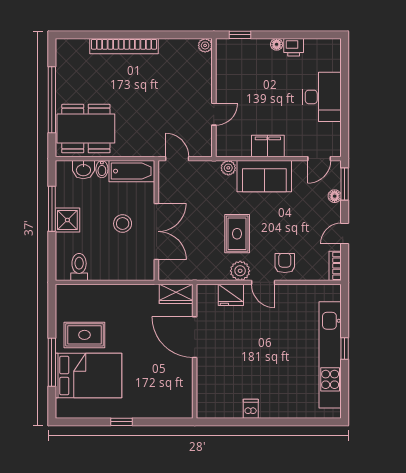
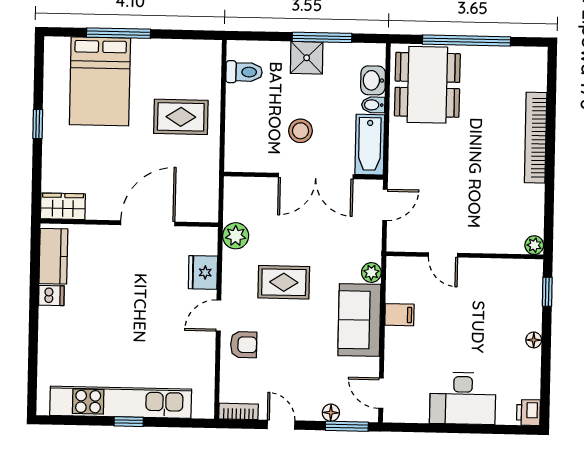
printer: (294, 47) -> (528, 413), moved
filing cabinet: (268, 146) -> (399, 315), width x0.50
double door: (156, 231) -> (316, 176), moved
plant: (240, 271) -> (236, 236), moved
wardrobe: (176, 294) -> (63, 206), moved, turned 90
rug: (84, 335) -> (181, 117), moved, turned 90
kitchen counter: (221, 408) -> (53, 256), added

